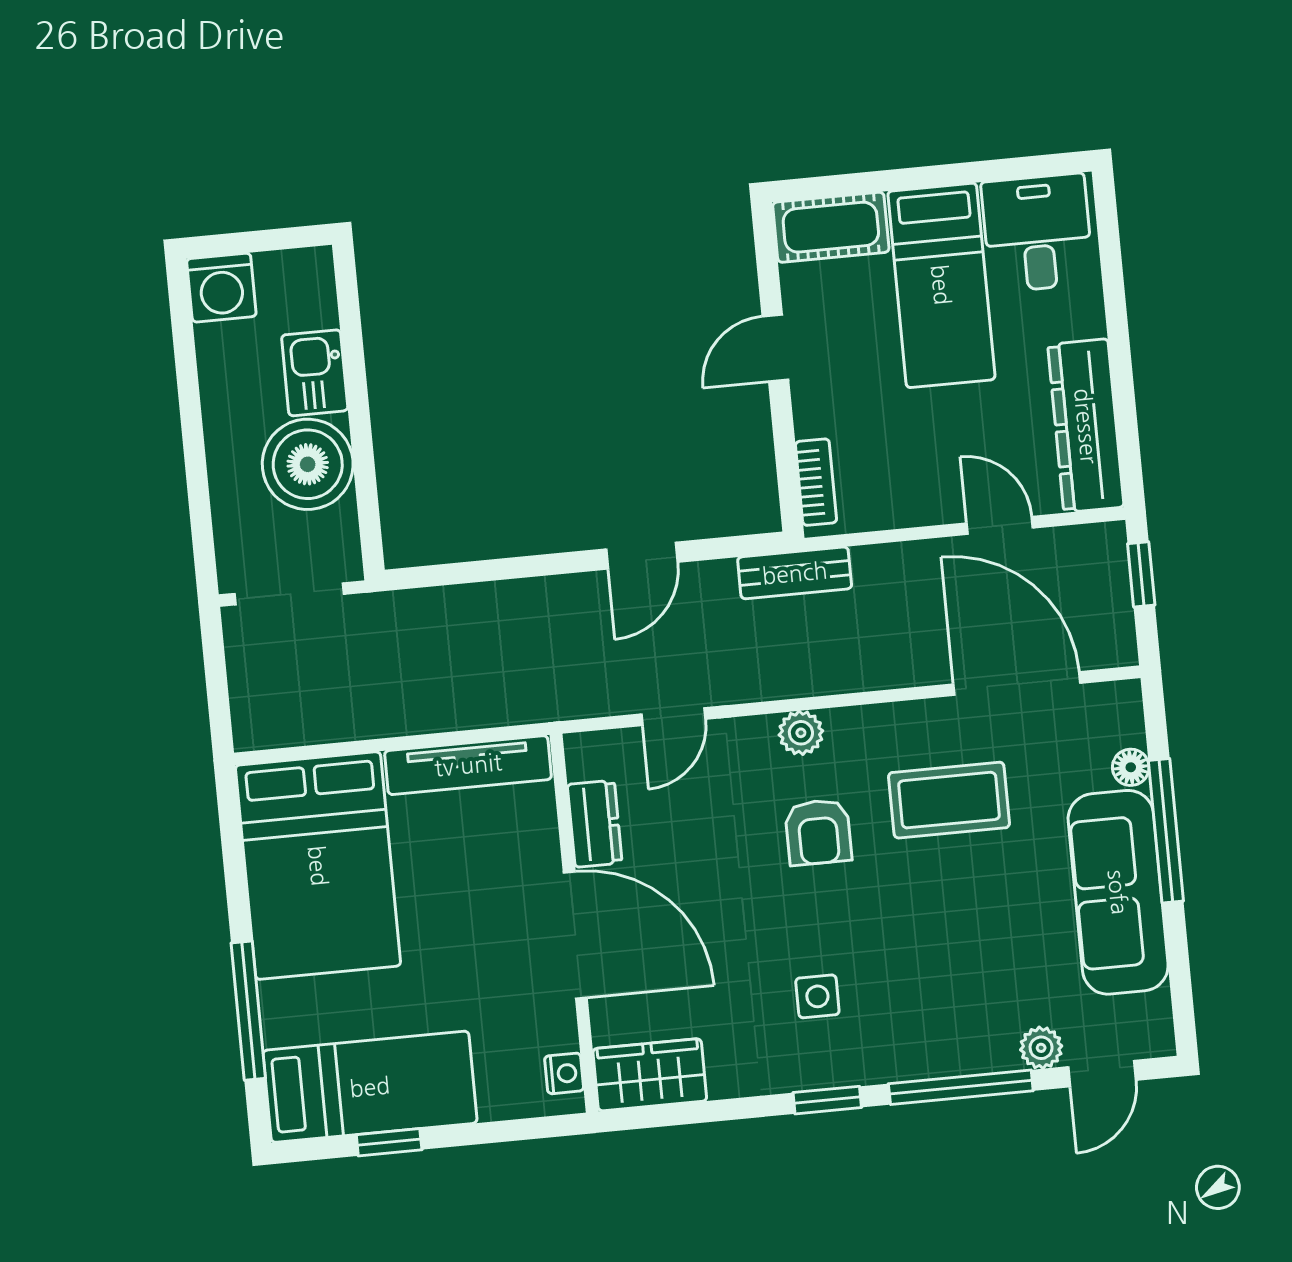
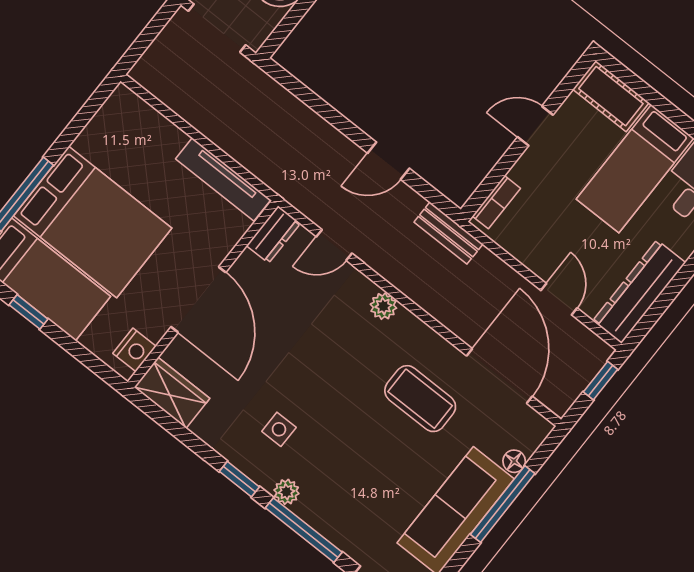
dresser: (595, 824) -> (273, 234), moved
armchair: (818, 832) -> (349, 357), removed
bed: (318, 866) -> (93, 222), moved, turned -90
plant: (1041, 1048) -> (286, 492), moved
nightstand: (564, 1073) -> (135, 350), width x1.39, depth x1.35

